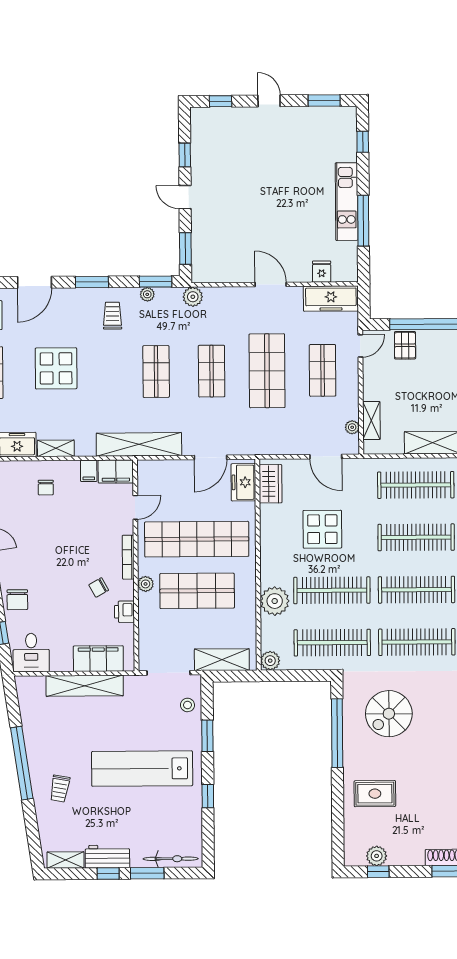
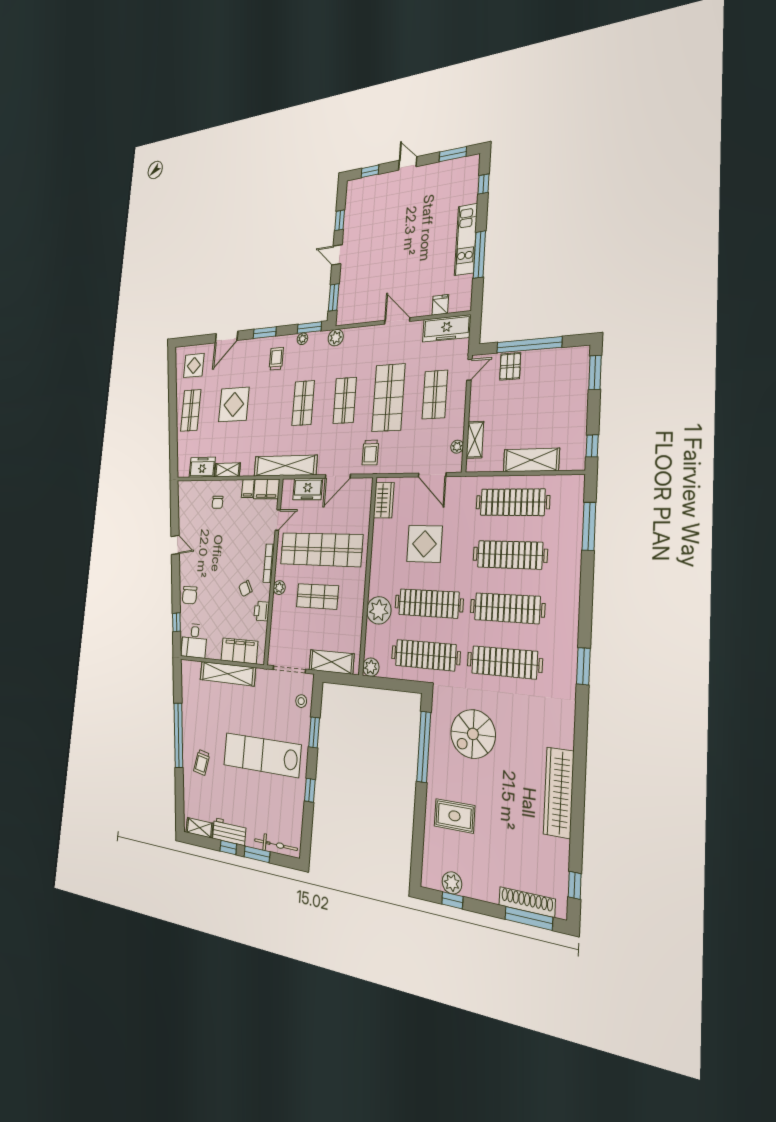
trolley: (250, 431) -> (370, 453), added
freezer: (243, 482) -> (308, 489), moved, turned -90
shop shelf: (197, 591) -> (317, 596), width x0.70, depth x0.74

